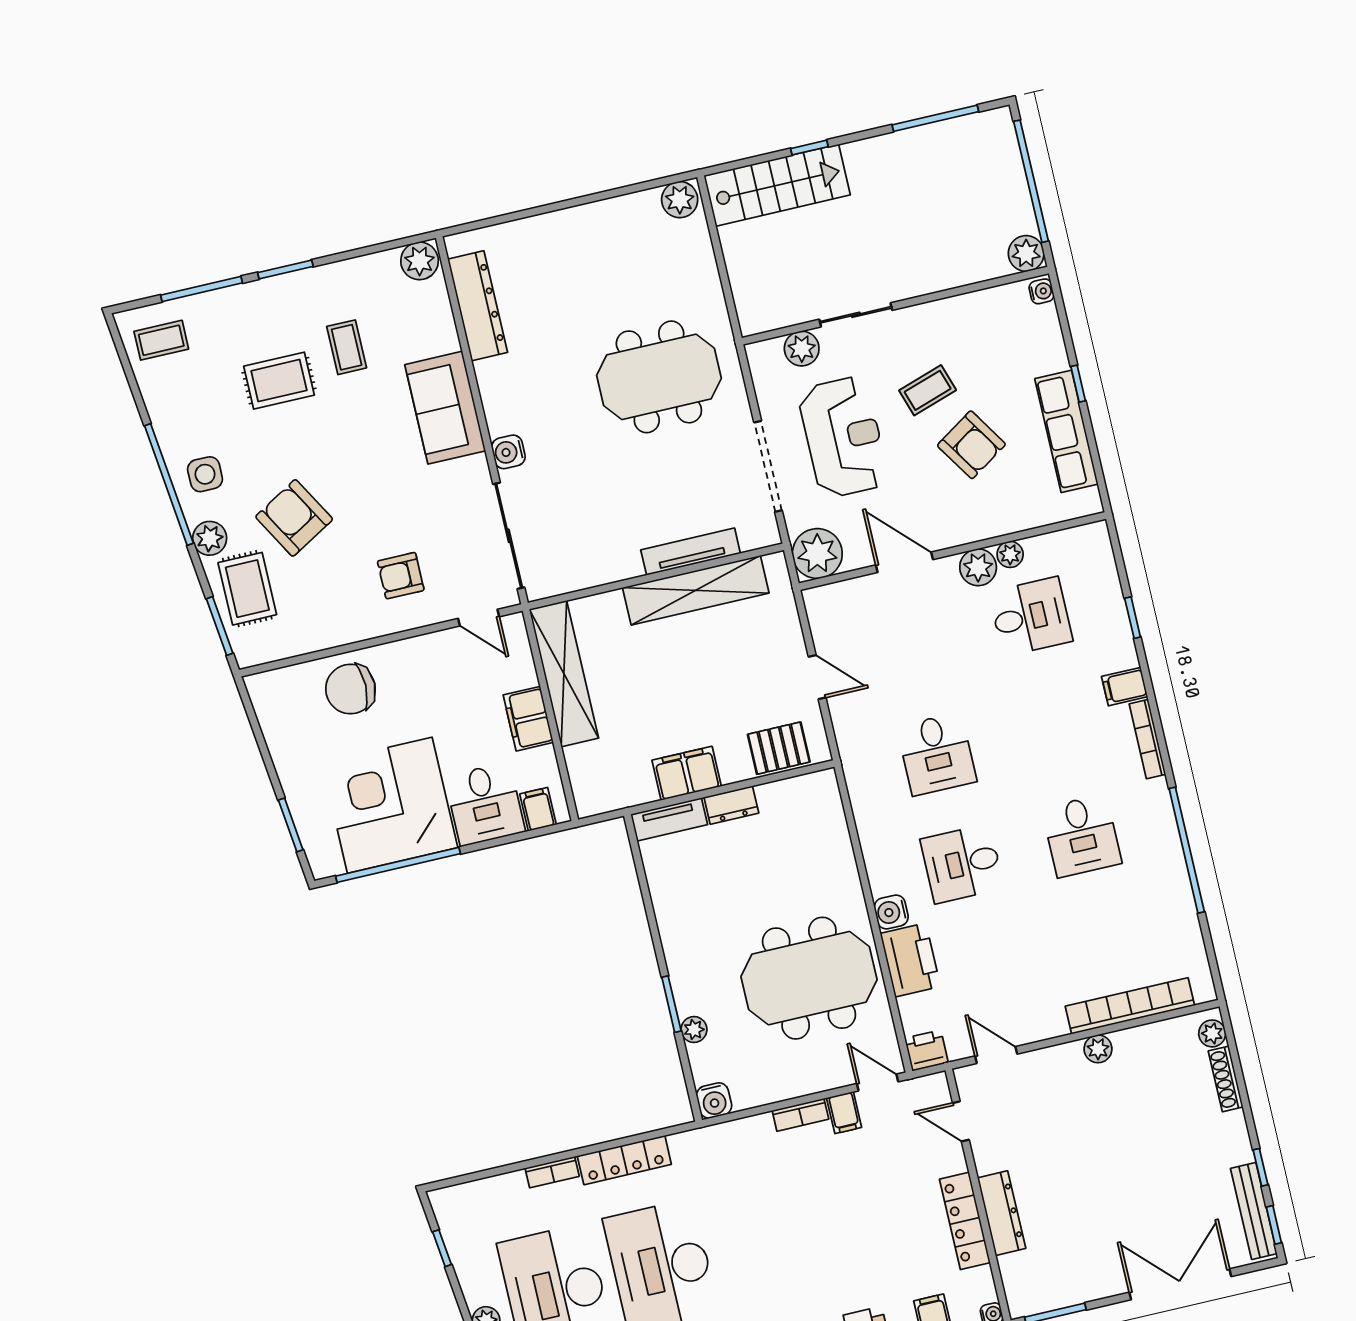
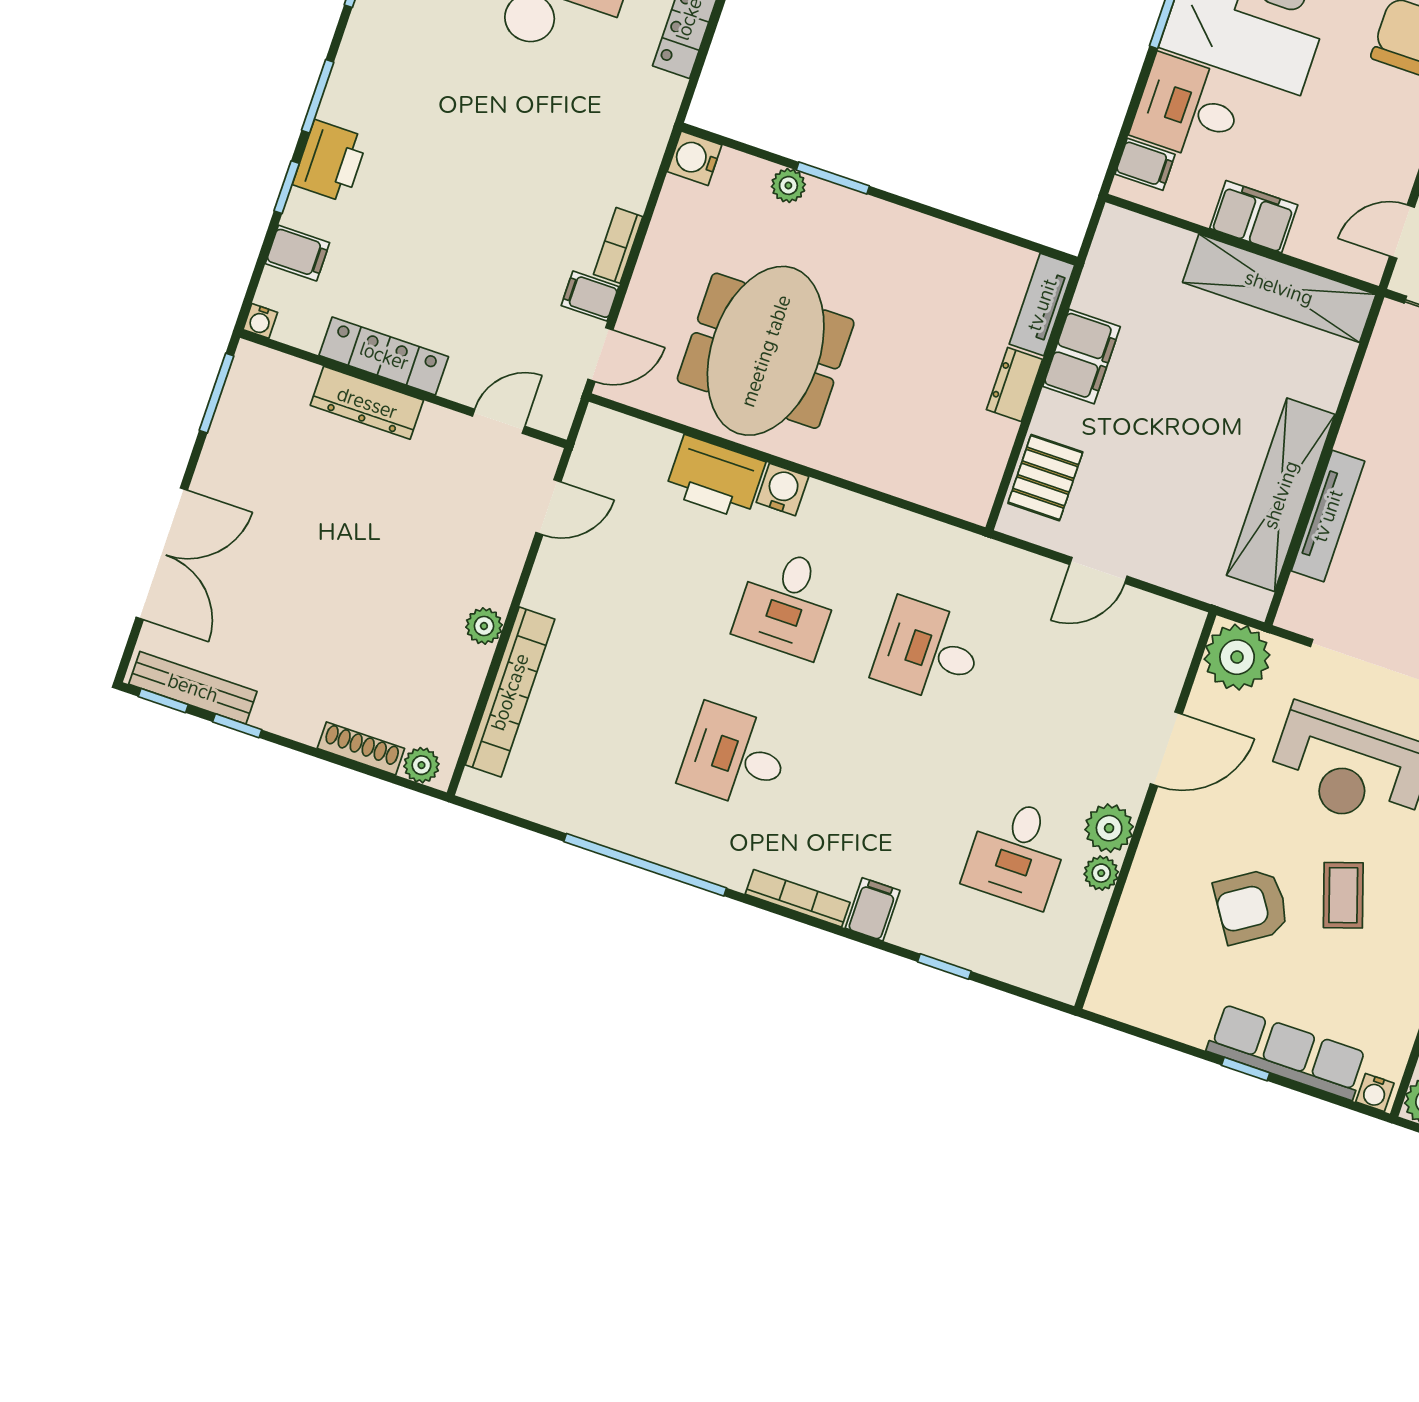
row of seats: (1066, 431) -> (1287, 1052), moved
desk: (962, 864) -> (787, 603), turned 180
printer: (926, 1050) -> (602, 432), removed

